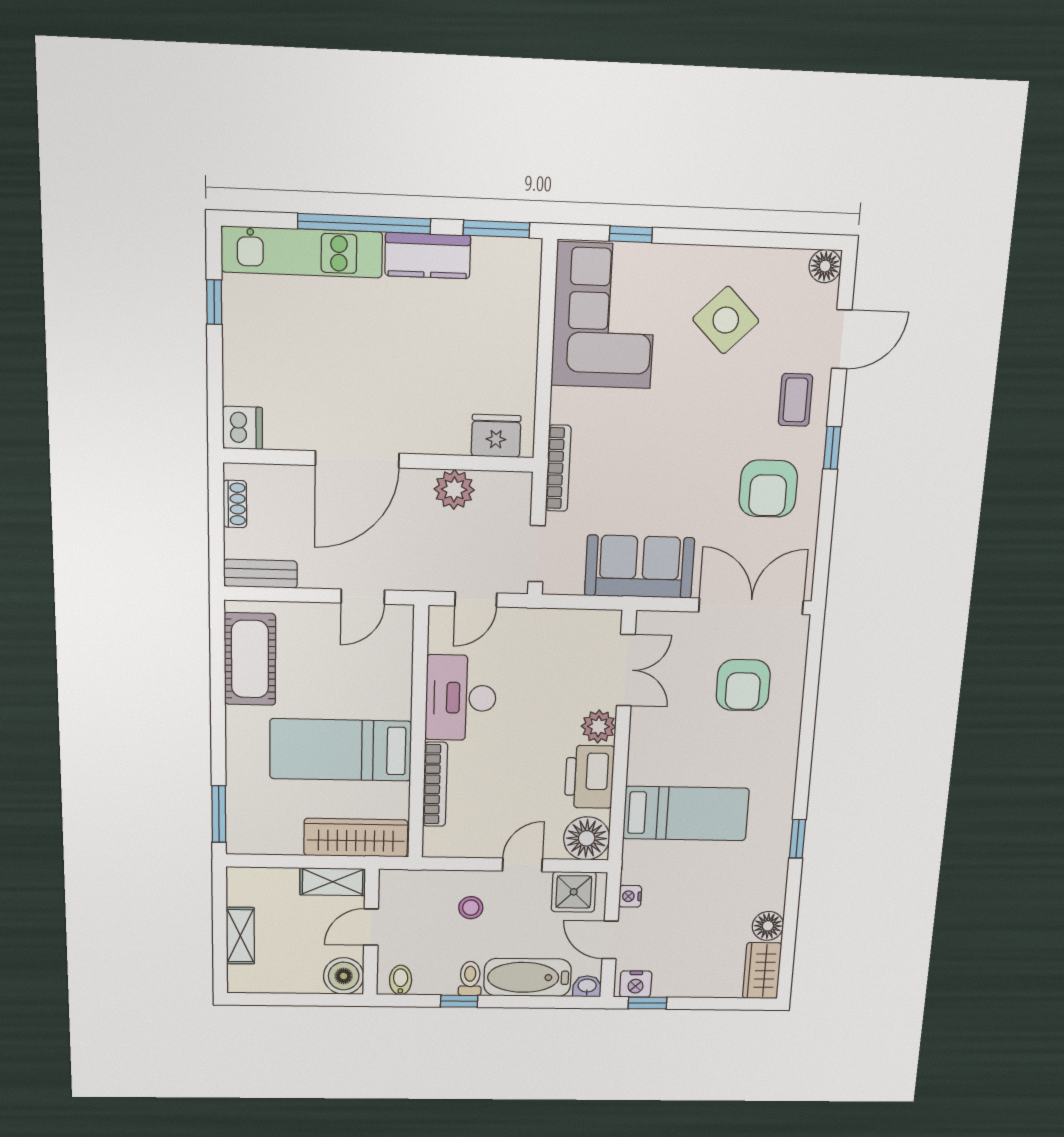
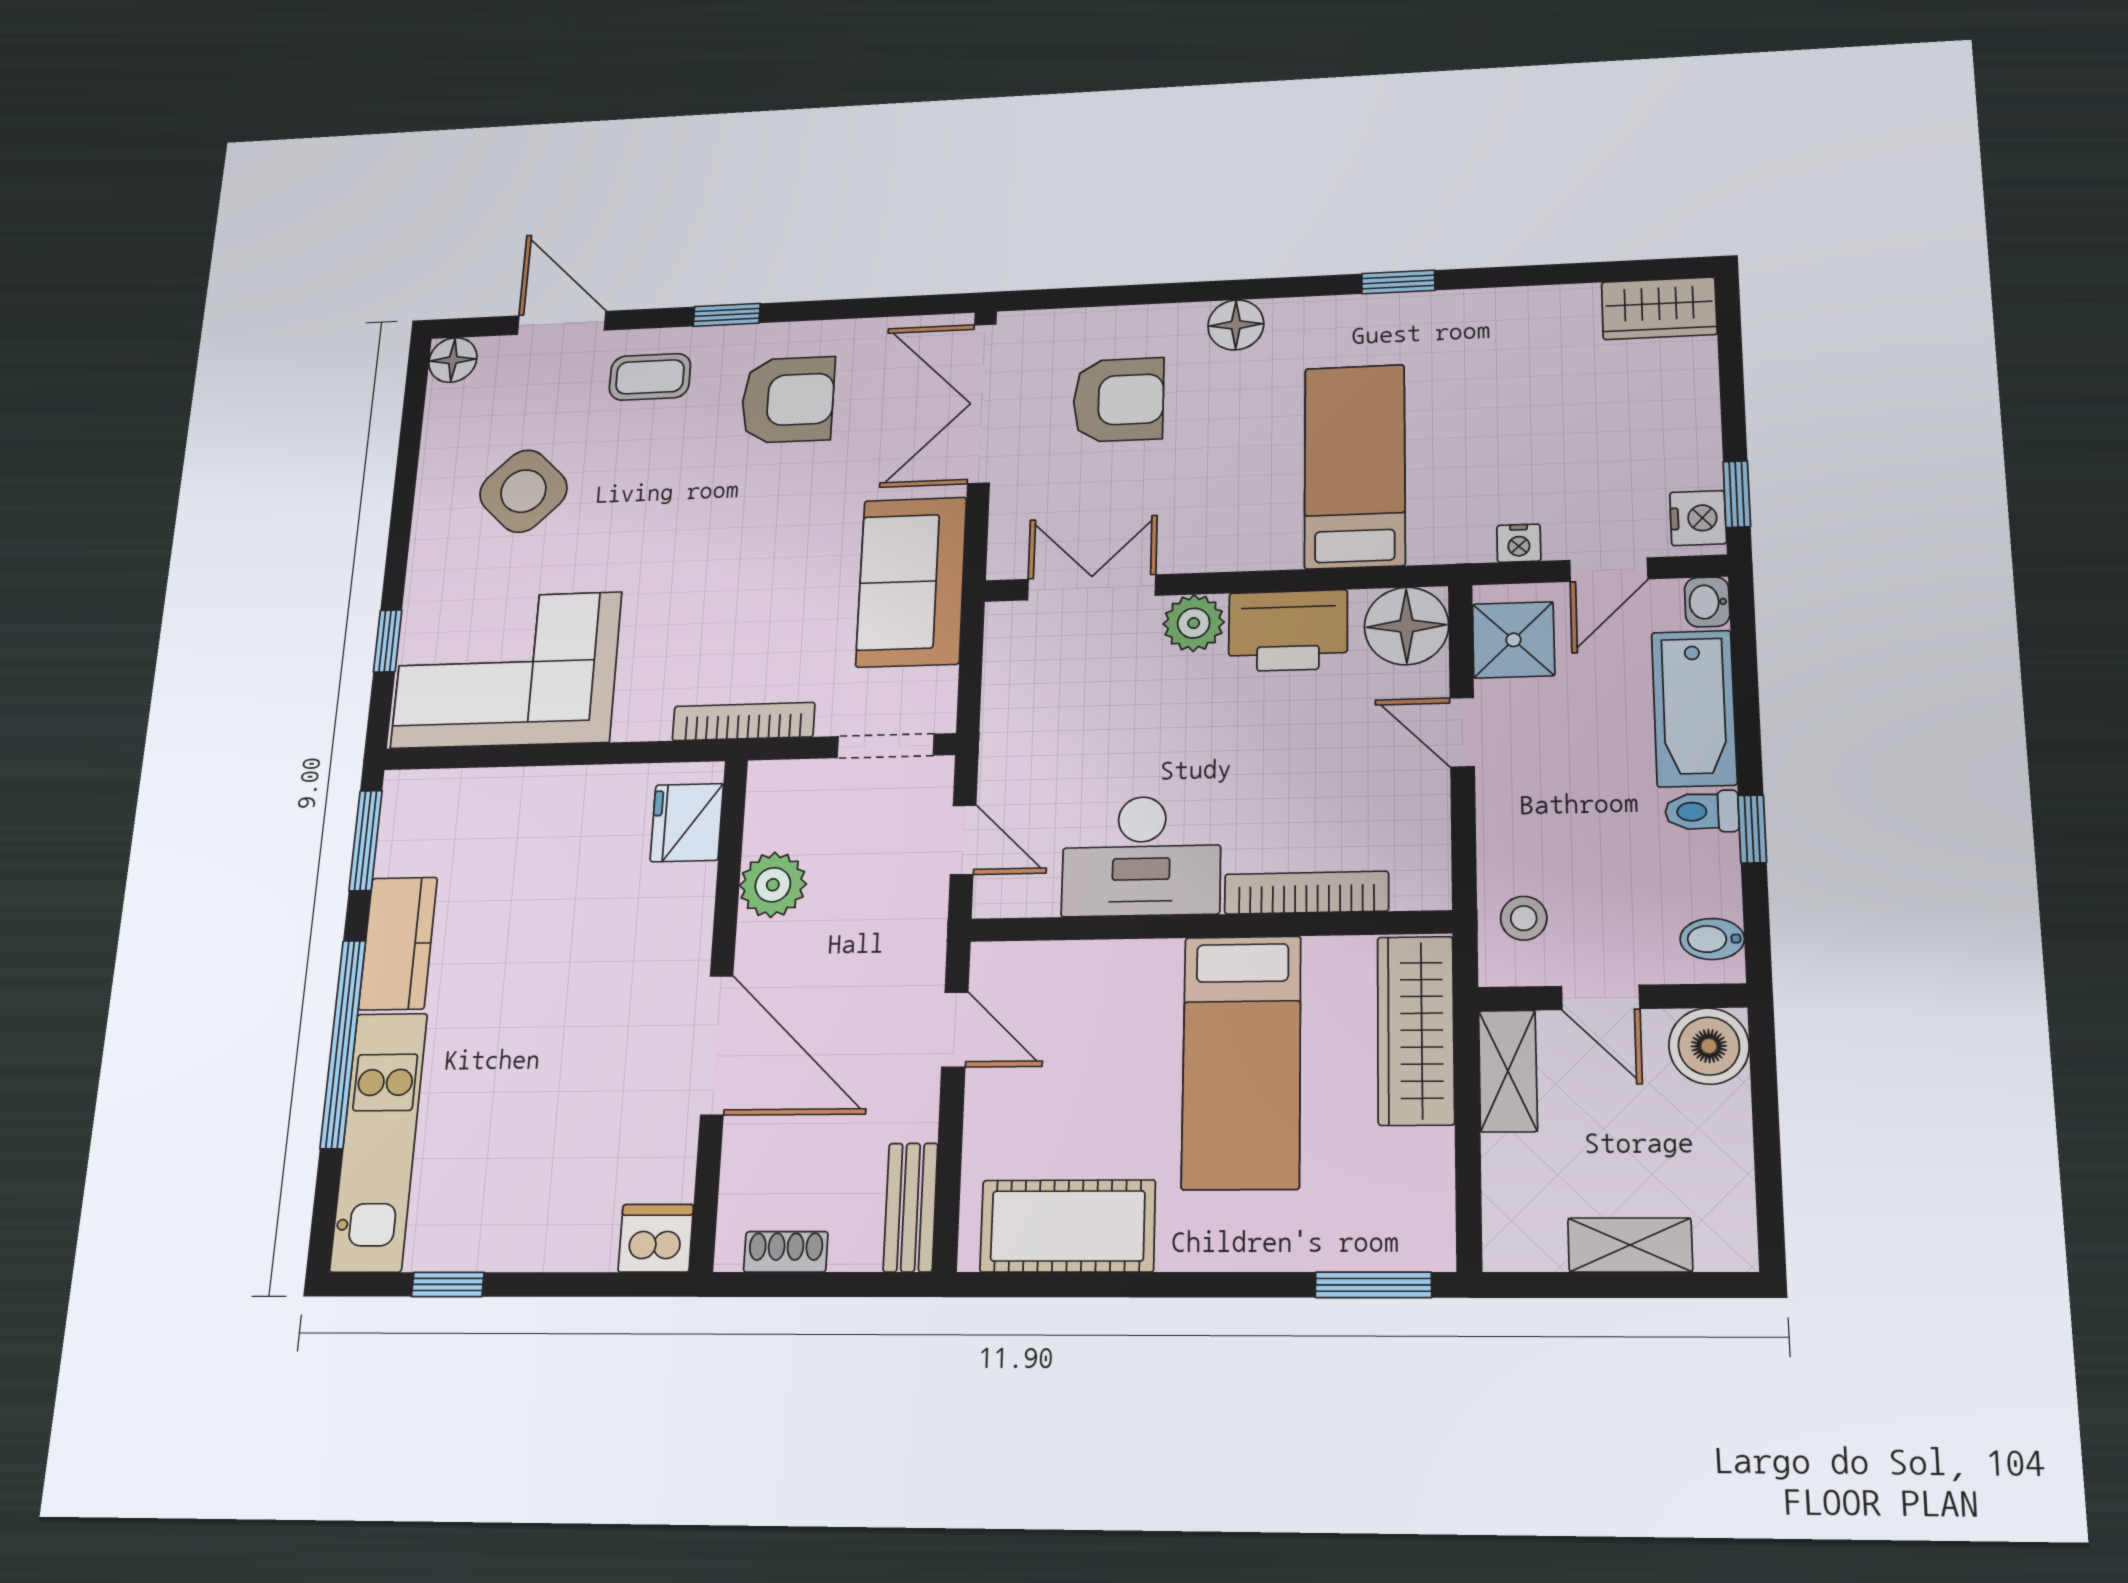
stool: (471, 908) -> (1524, 918), moved
floor lamp: (768, 926) -> (1236, 325), moved

